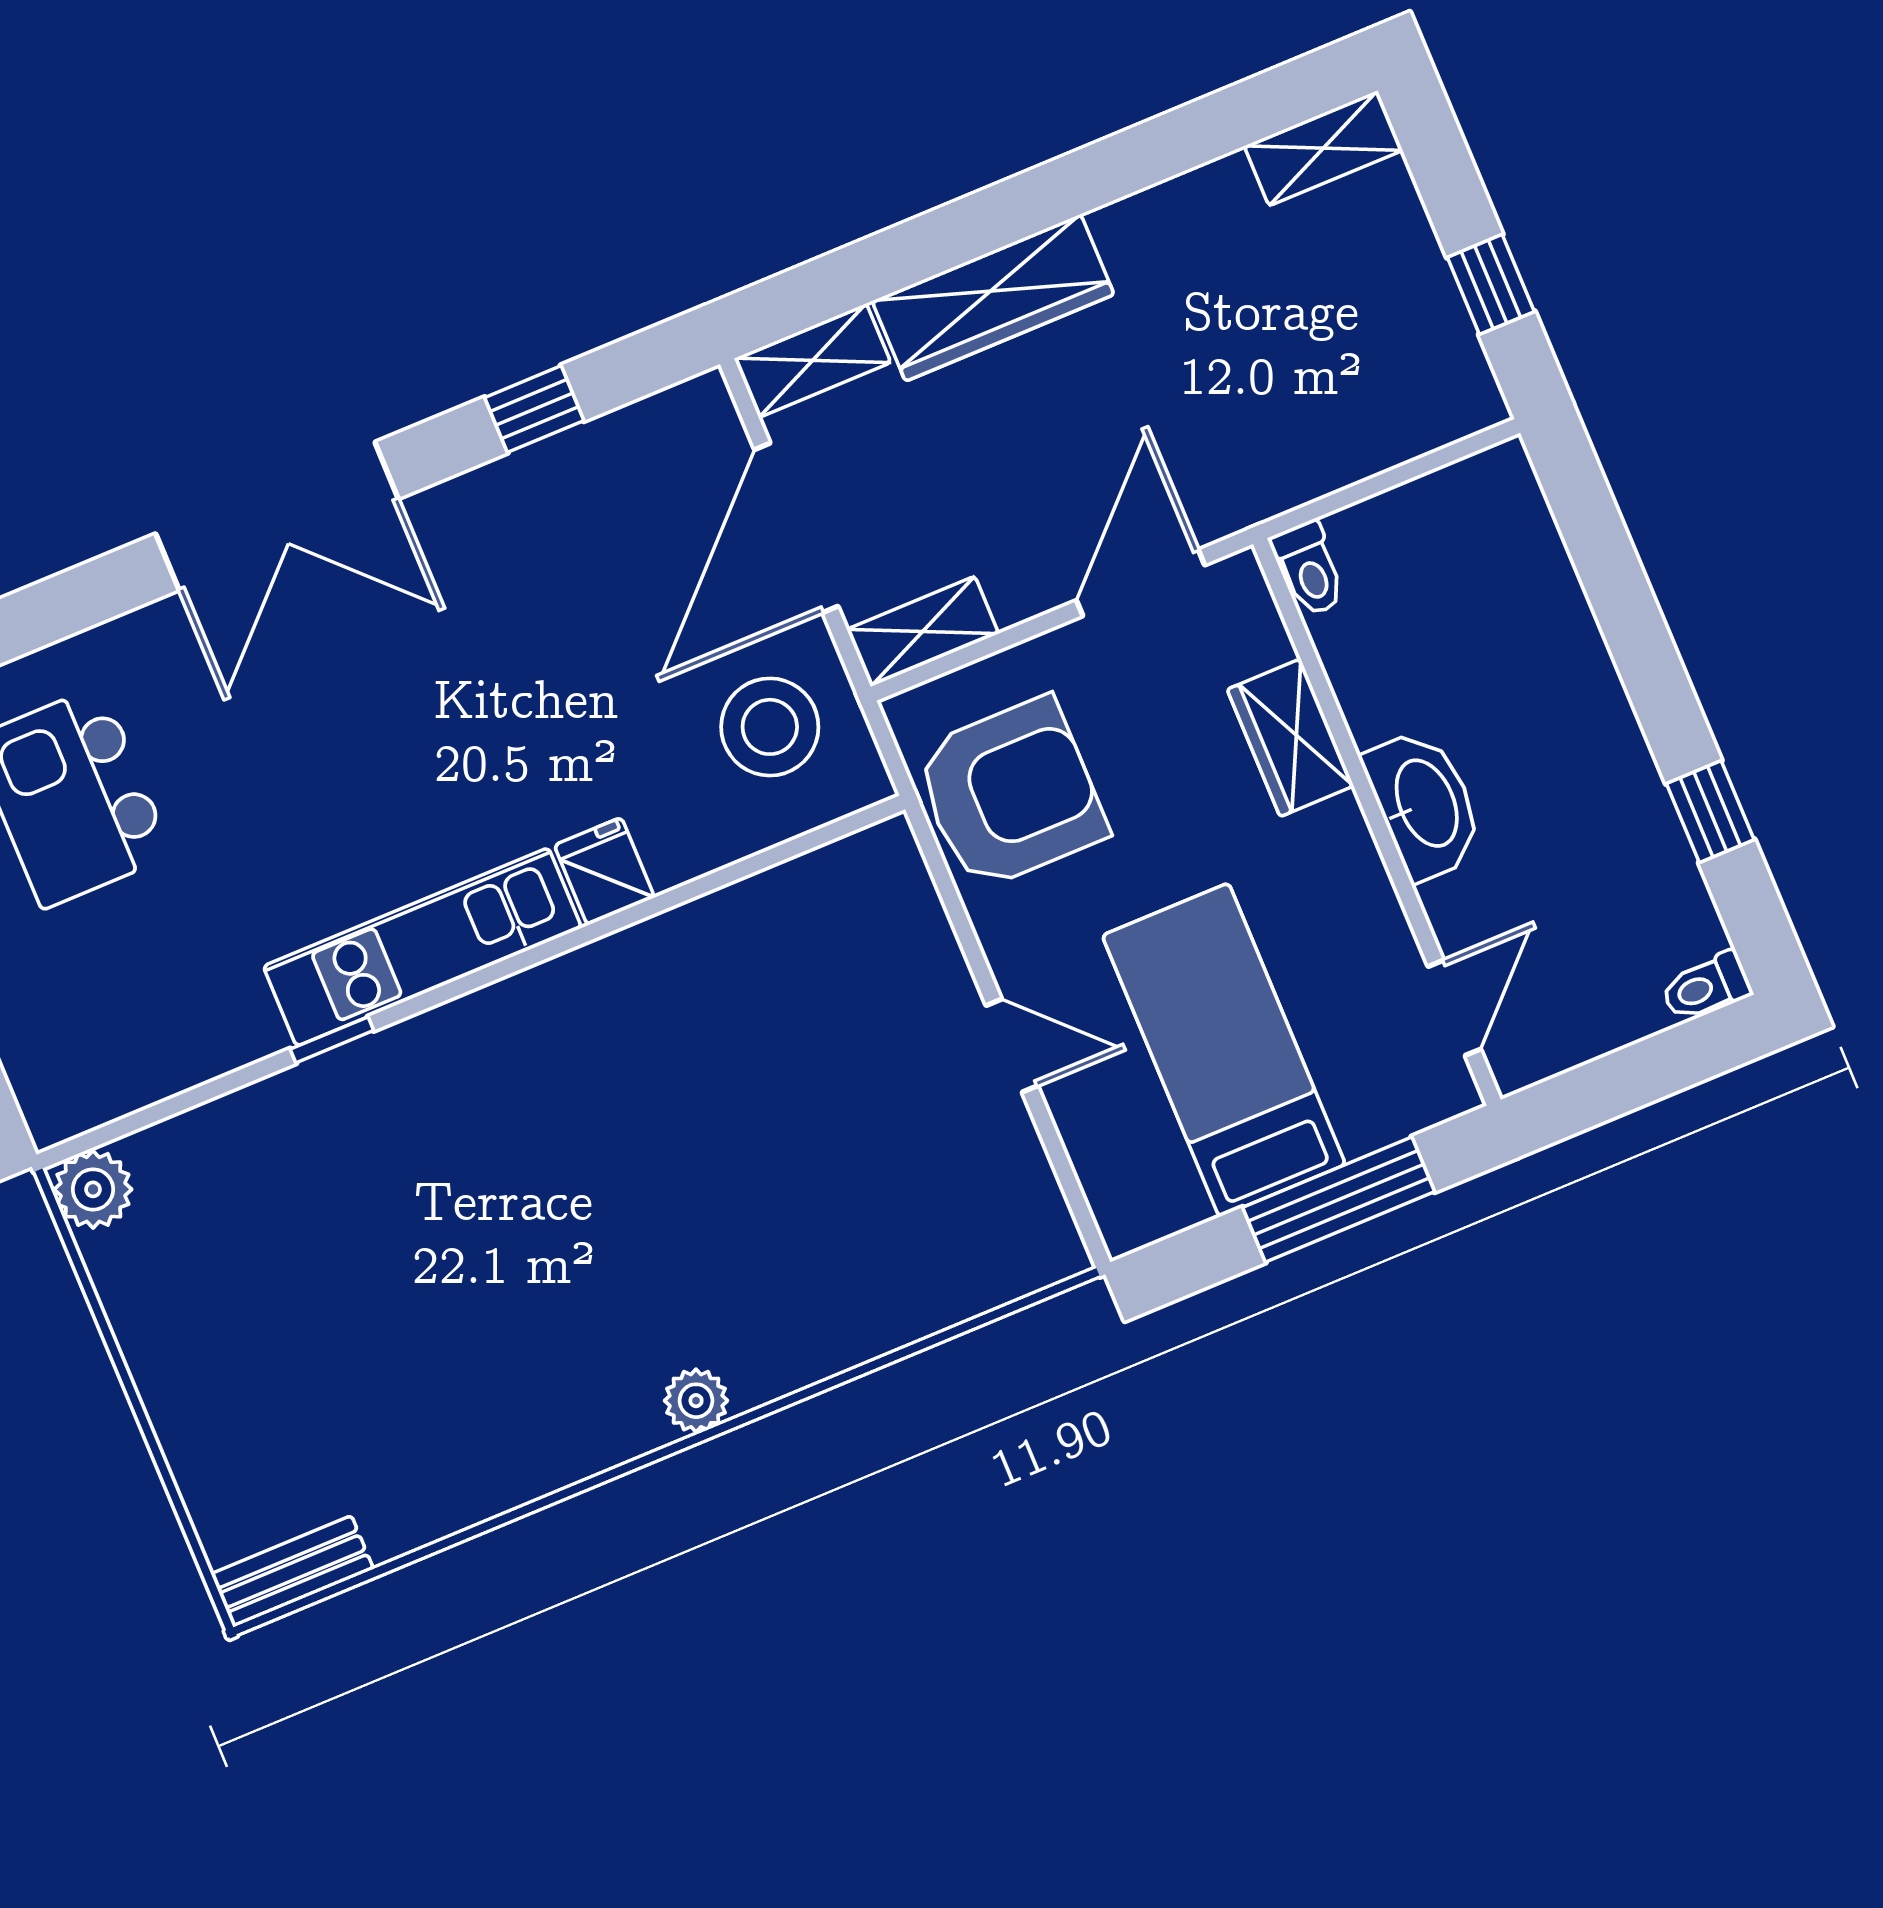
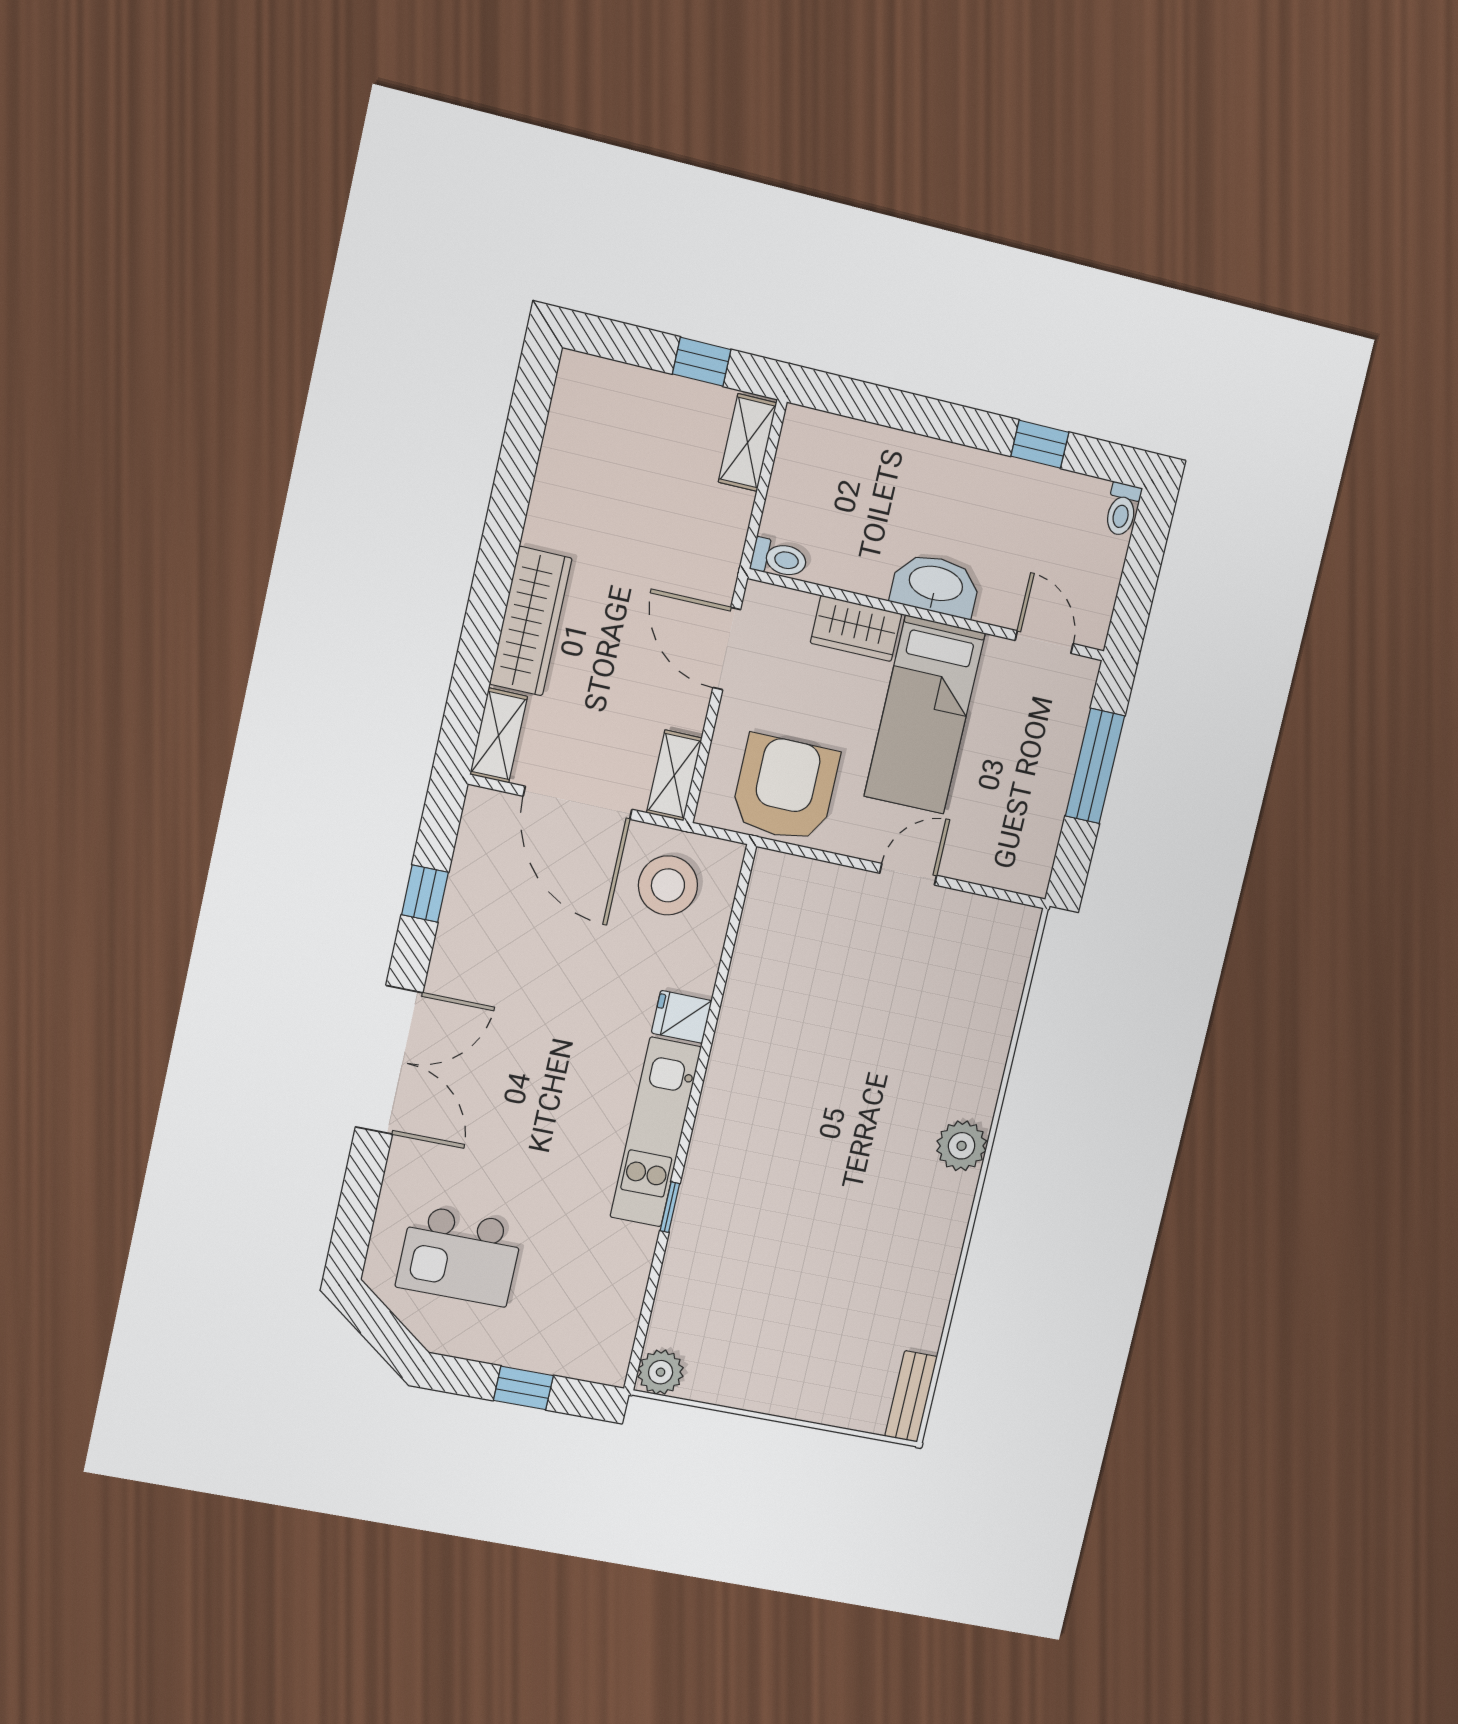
shelving: (1323, 148) -> (748, 443), moved
bed: (1224, 1050) -> (925, 715), moved, turned -90
plant: (696, 1401) -> (962, 1146), width x1.38, depth x1.38

